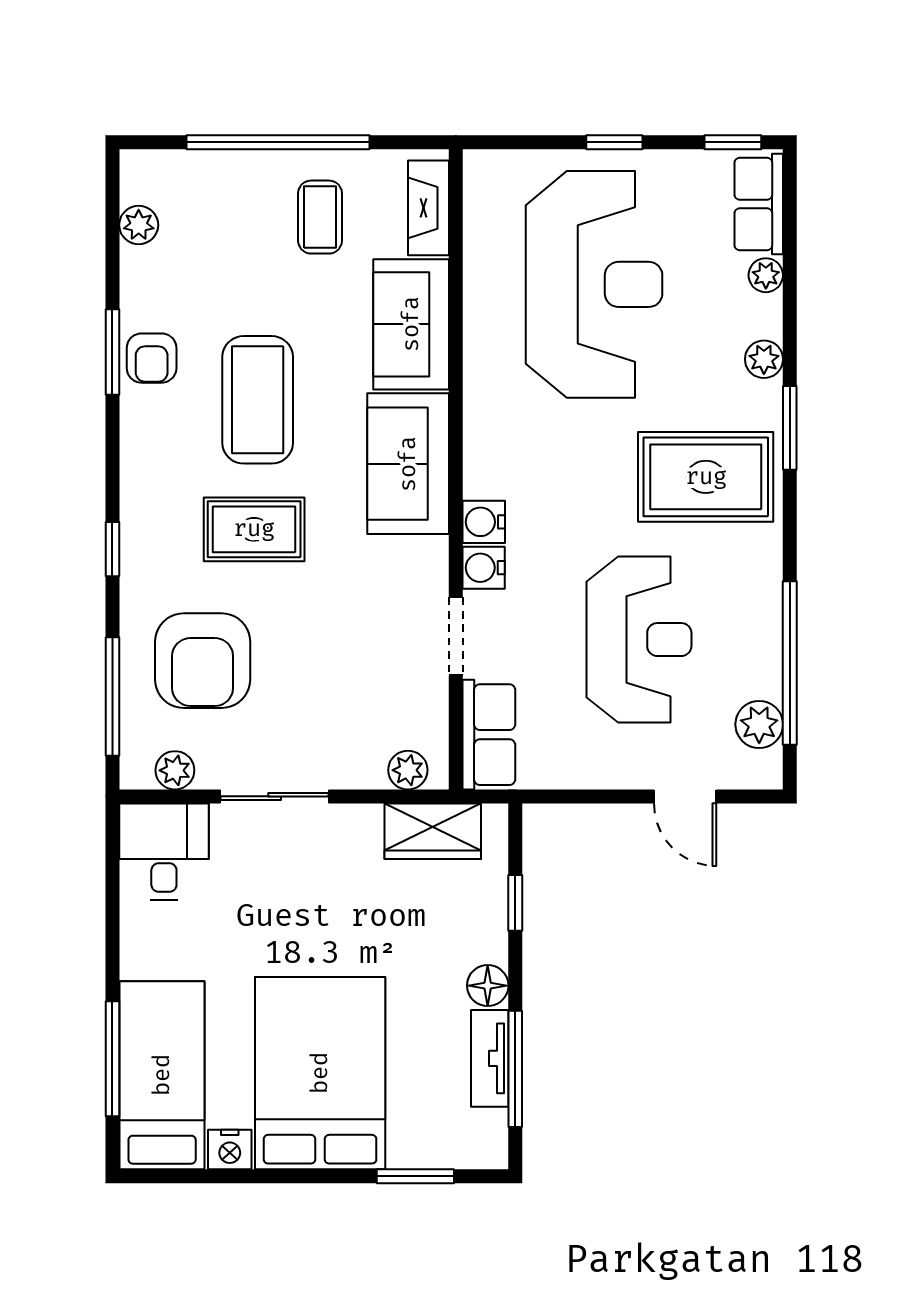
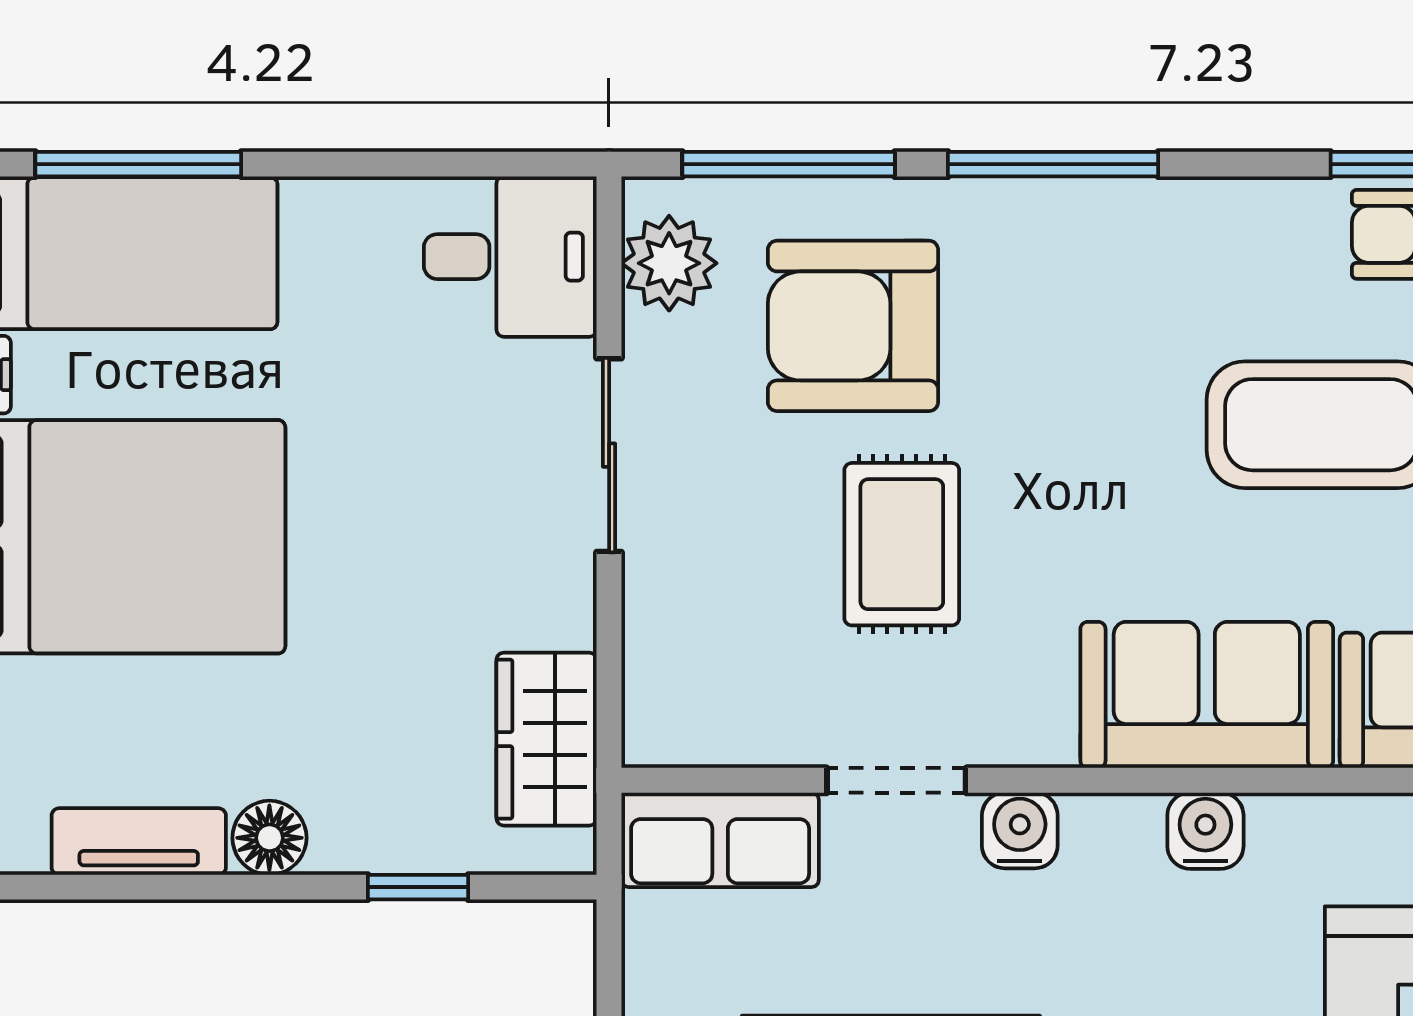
water cooler: (484, 522) -> (1205, 831), moved
rug: (254, 529) -> (902, 544), moved
window: (112, 549) -> (1053, 164), width x2.17
plant: (175, 770) -> (669, 263), width x1.38, depth x1.38
plant: (408, 770) -> (656, 695), removed
window: (515, 1069) -> (120, 887), removed

